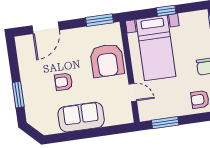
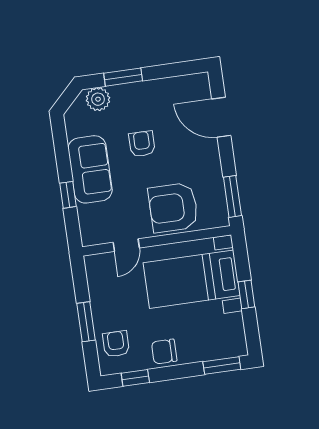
plant: (33, 112) -> (98, 99), added
window: (165, 123) -> (86, 322), moved
window: (98, 132) -> (68, 195), added

